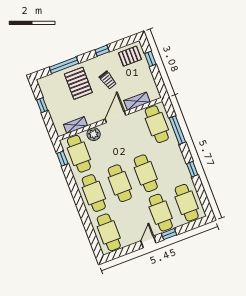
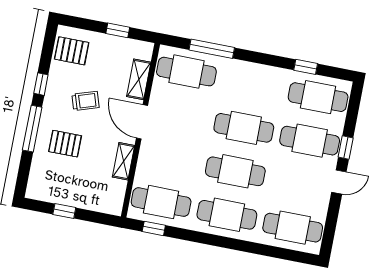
pallet: (130, 56) -> (72, 51), turned 90
window: (150, 59) -> (118, 30), moved
window: (64, 65) -> (32, 129), moved
pallet: (78, 83) -> (65, 144), width x0.67, depth x0.71
shelving: (75, 125) -> (123, 161), moved
plant: (94, 134) -> (147, 166), removed
window: (192, 169) -> (306, 67), moved
door: (148, 242) -> (339, 182), swing flipped

